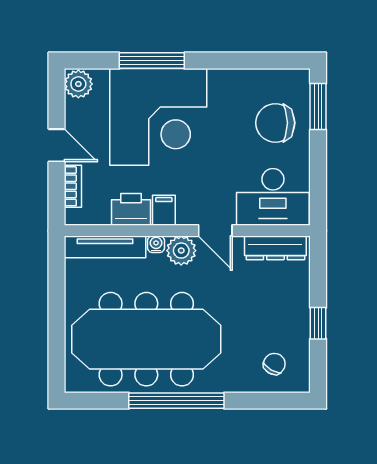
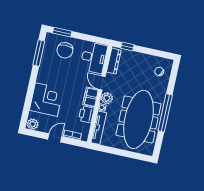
window: (152, 61) -> (39, 53), moved
corner desk: (158, 117) -> (46, 100), width x0.74, depth x0.74
filing cabinet: (164, 210) -> (90, 97), width x2.00
door: (215, 231) -> (102, 83), swing flipped
window: (318, 323) -> (127, 46), moved

